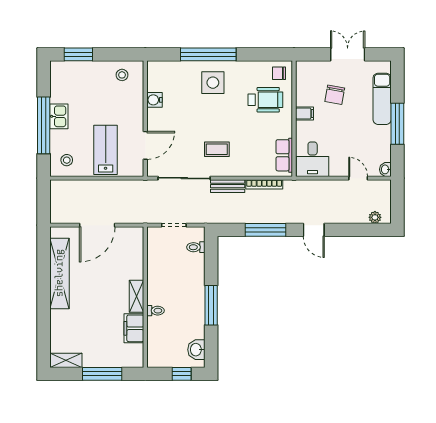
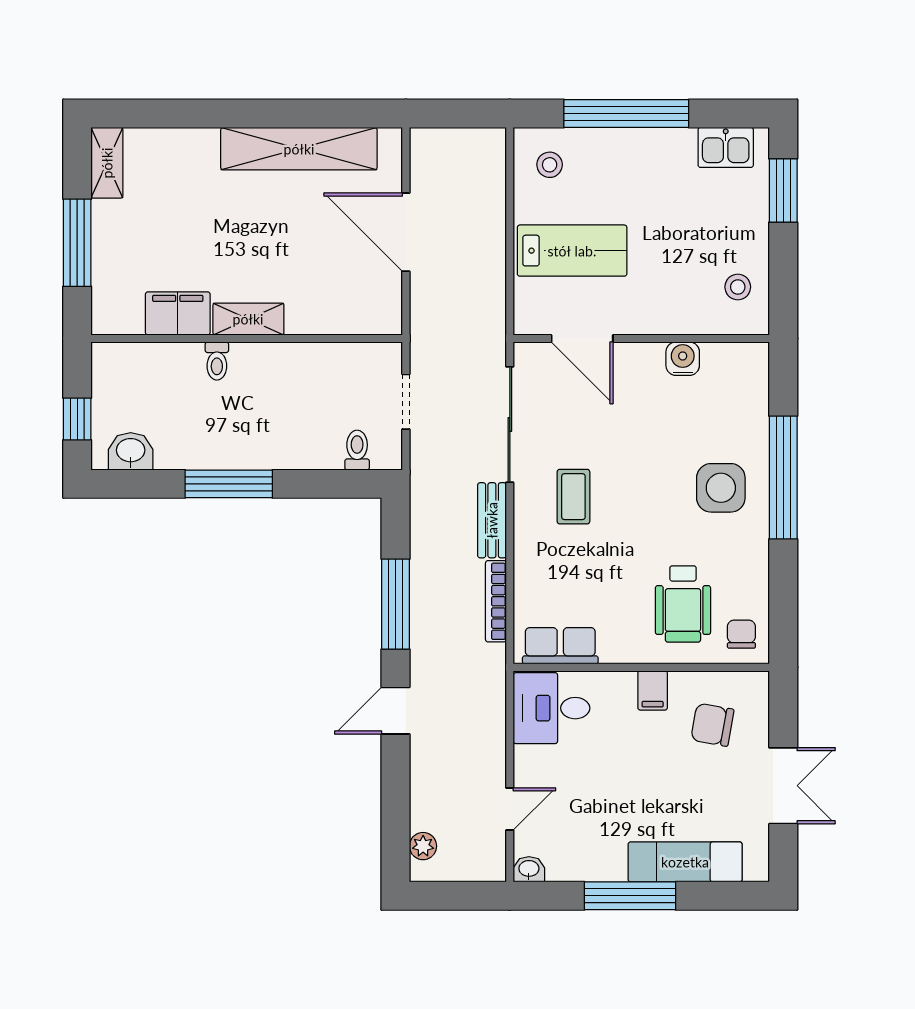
chair: (335, 95) -> (712, 725), moved
kitchen sink: (59, 116) -> (726, 147), moved

